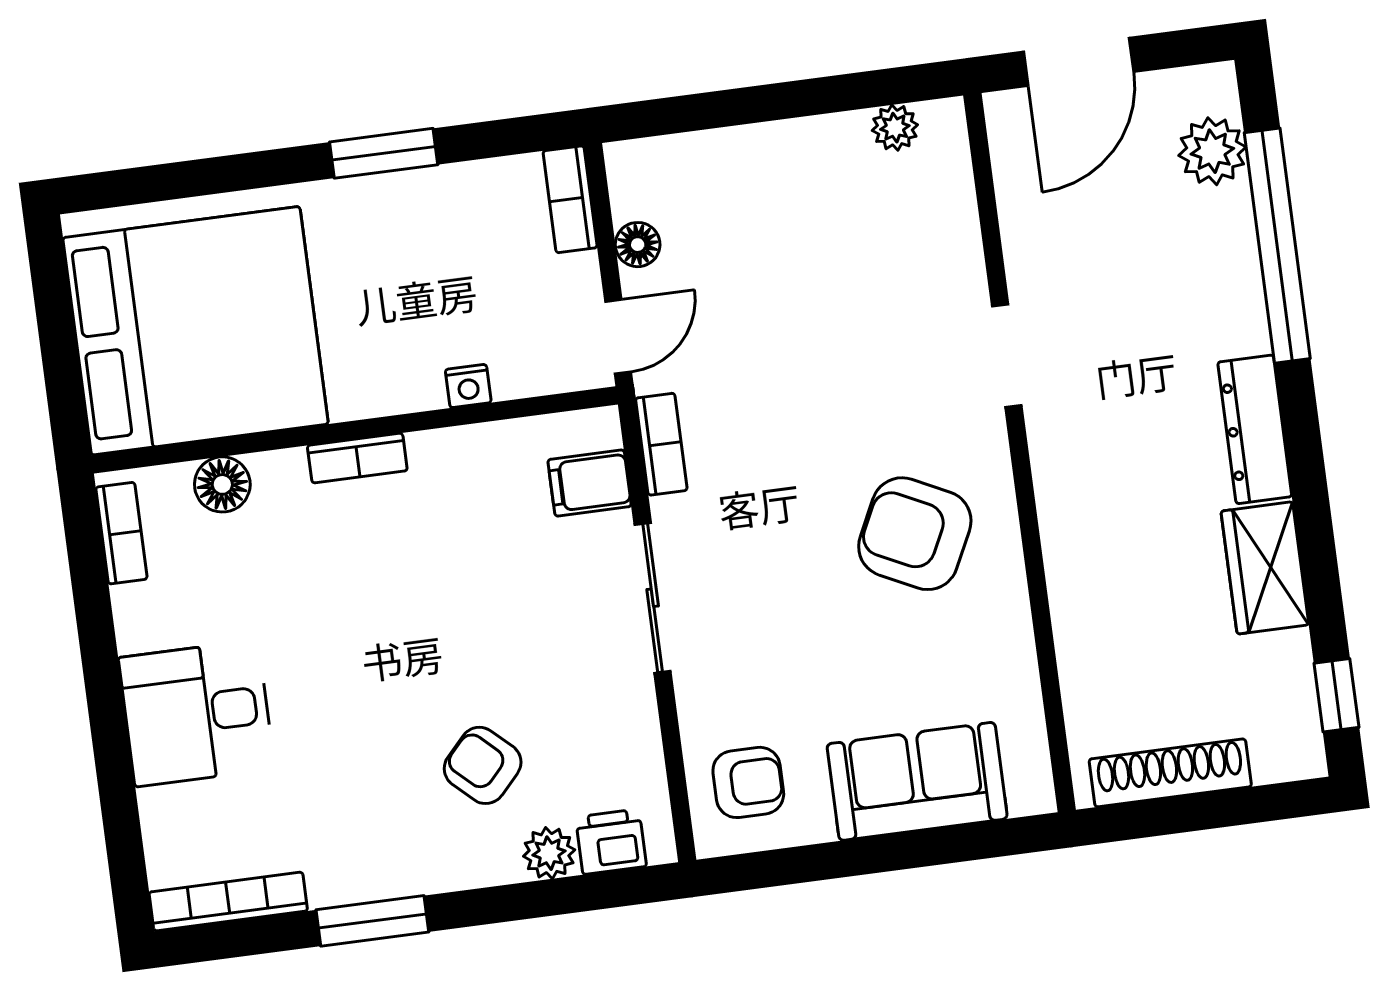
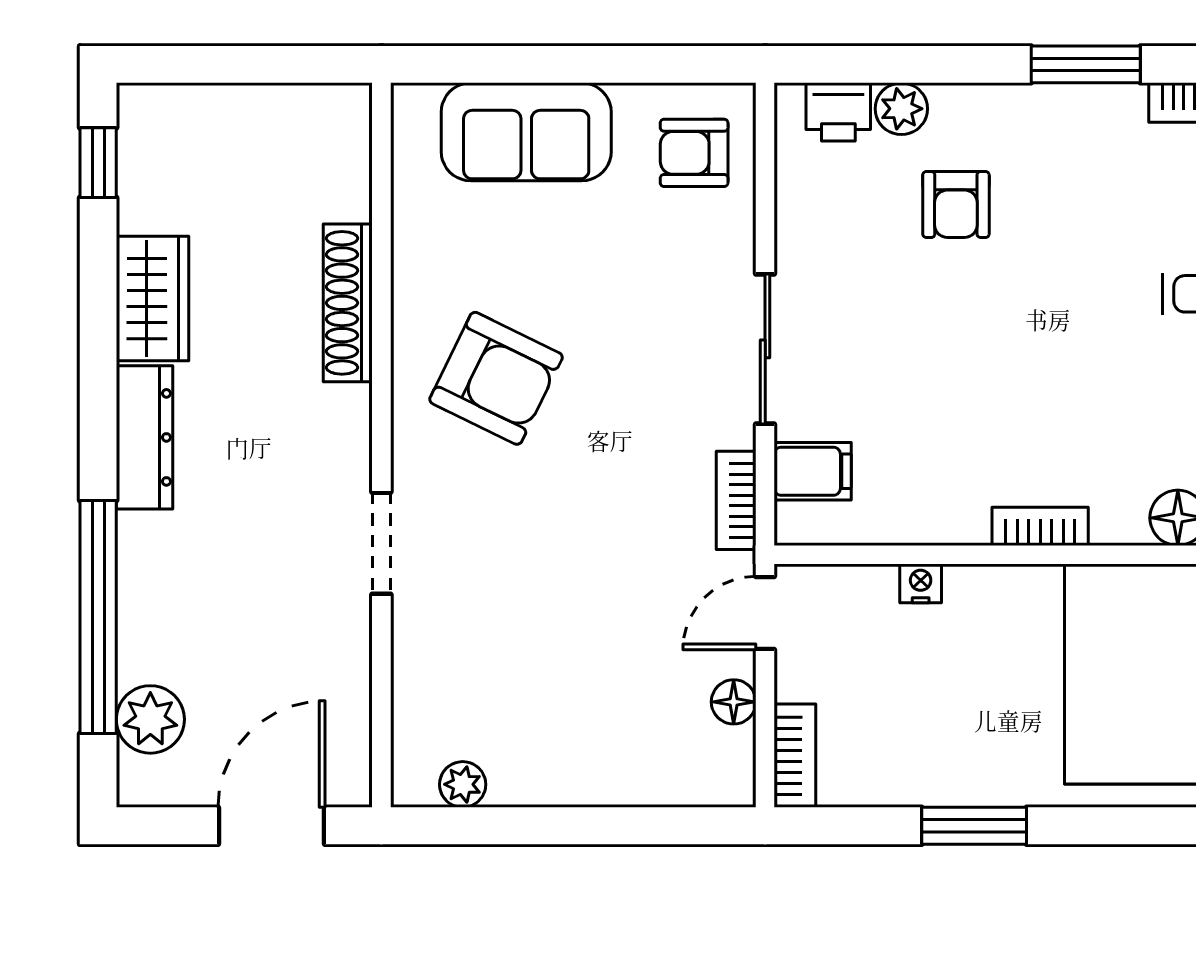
armchair: (483, 765) -> (956, 205), turned 47
shoe rack: (1170, 773) -> (348, 303), moved, turned 90

